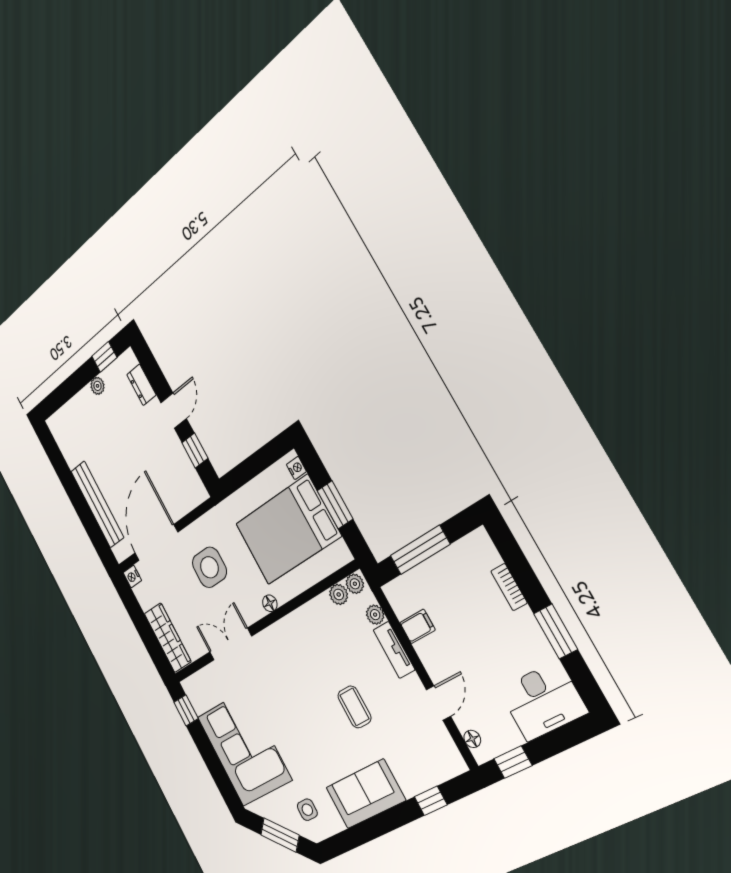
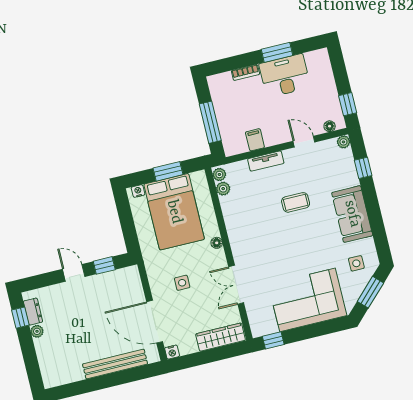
dresser: (141, 385) -> (33, 312), moved, turned -90
side table: (209, 567) -> (182, 283), width x0.54, depth x0.54
plant: (375, 615) -> (343, 142), moved
desk: (543, 701) -> (285, 76), moved, turned -90

